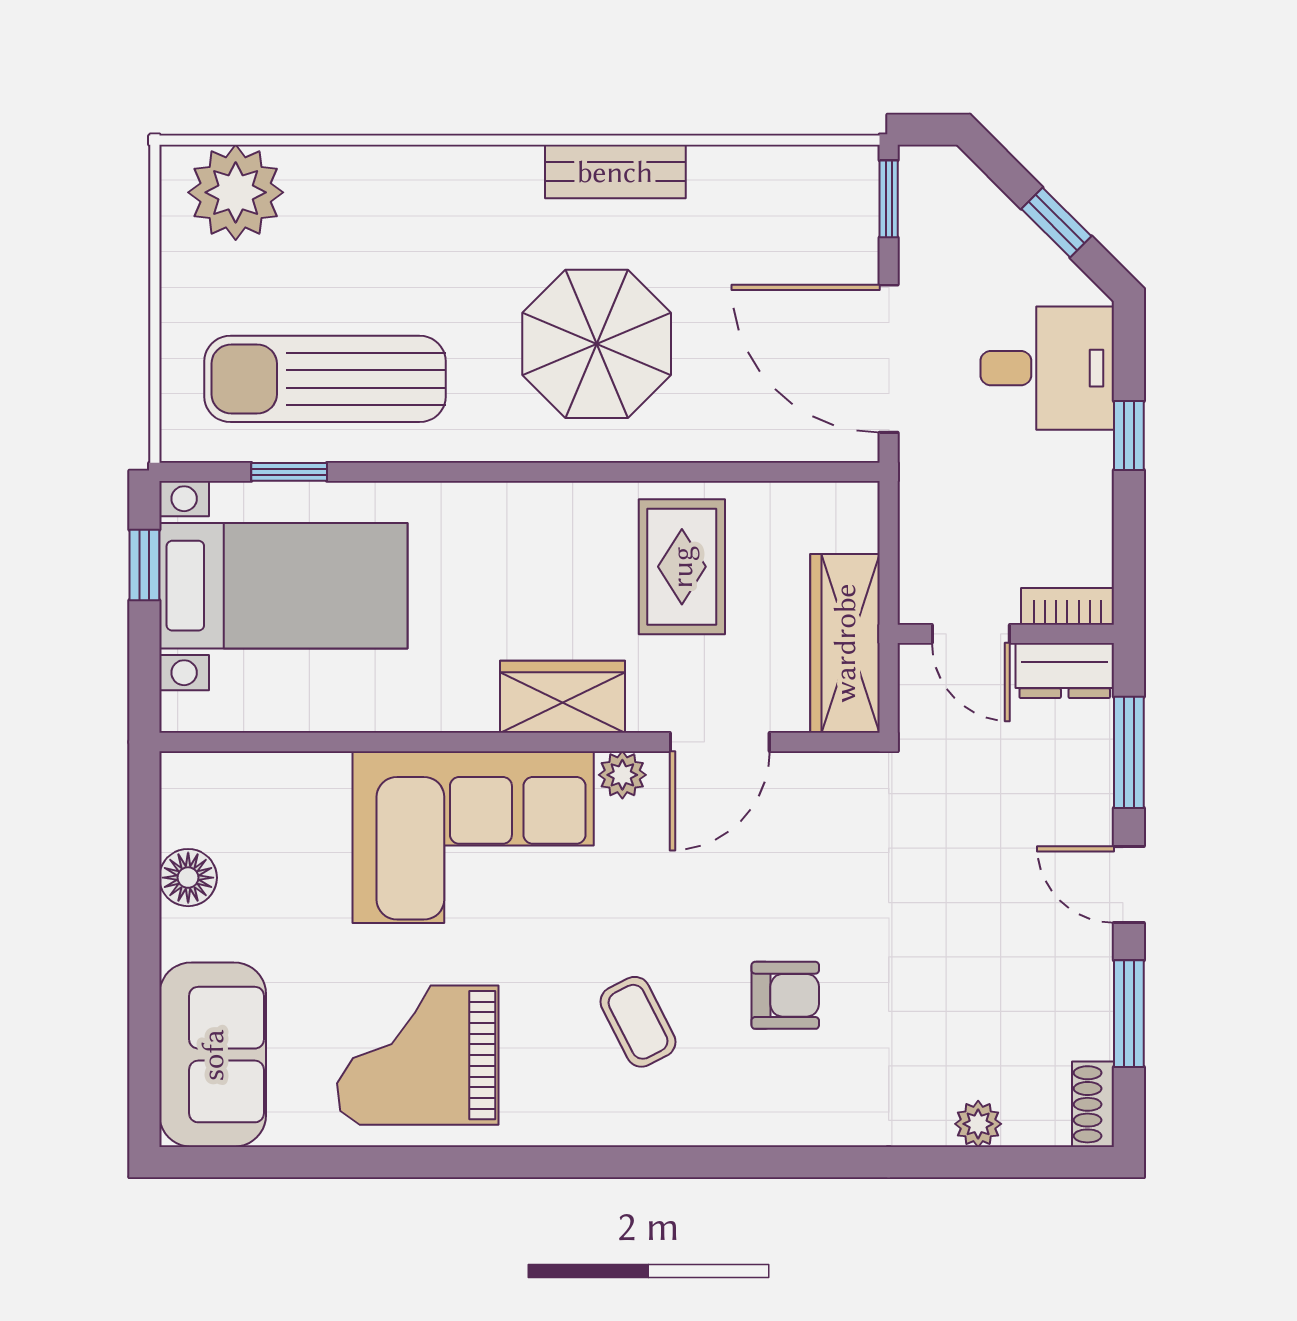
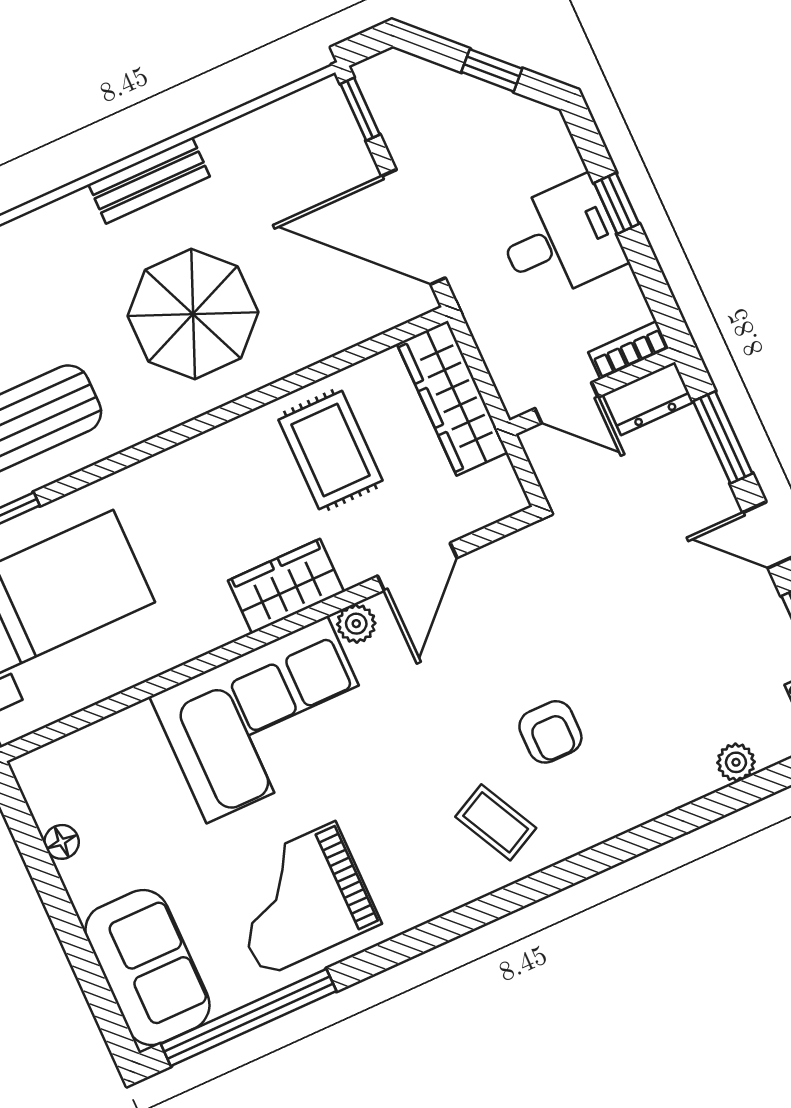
desk: (1047, 368) -> (560, 239), moved
wardrobe: (845, 643) -> (452, 398), moved
floor lamp: (188, 878) -> (62, 842), width x0.73, depth x0.73
armchair: (785, 995) -> (550, 732), turned 90
coffee table: (638, 1022) -> (496, 822), moved
window: (301, 1162) -> (249, 1017), added

